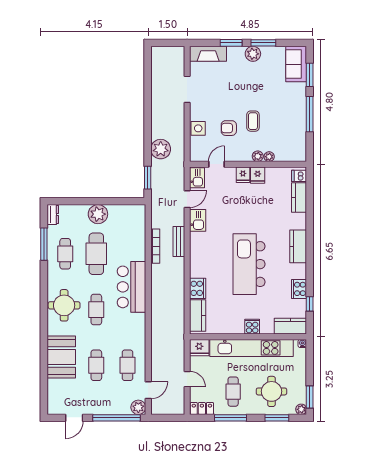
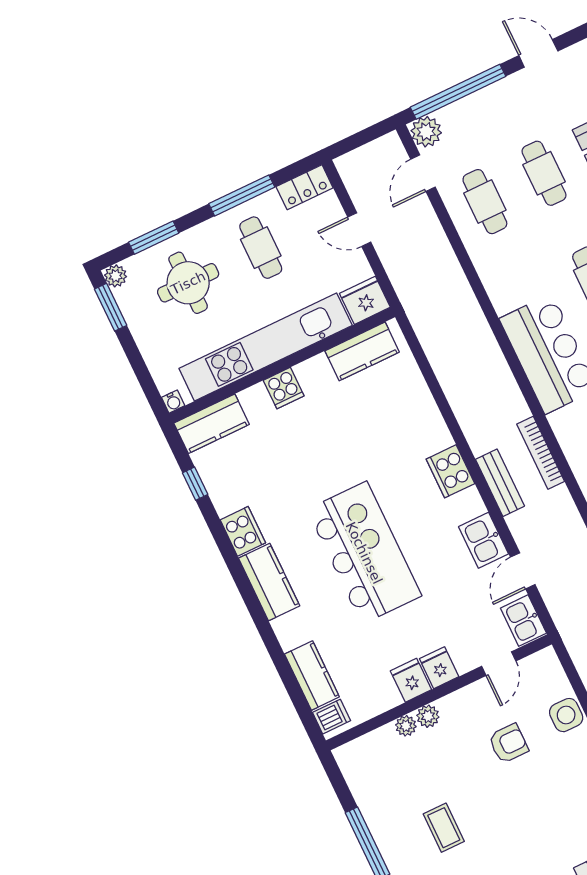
coffee table: (253, 121) -> (444, 828), moved
kitchen island: (249, 264) -> (364, 553), moved
cooker: (198, 288) -> (450, 471), moved
cooker: (299, 289) -> (243, 531), moved
kitchen counter: (198, 316) -> (362, 351), moved, turned -90
door: (74, 418) -> (538, 53), hinge flipped

